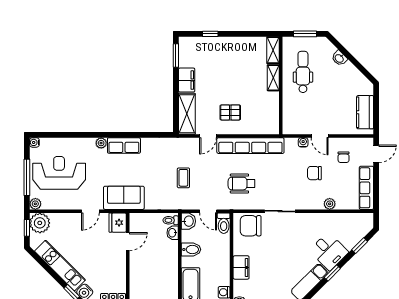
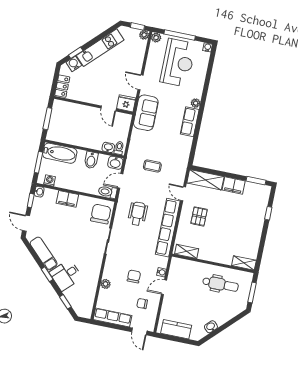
washbasin: (339, 58) -> (211, 327), moved
shelving: (273, 78) -> (187, 251), moved
plant: (40, 223) -> (144, 35), width x0.53, depth x0.53

